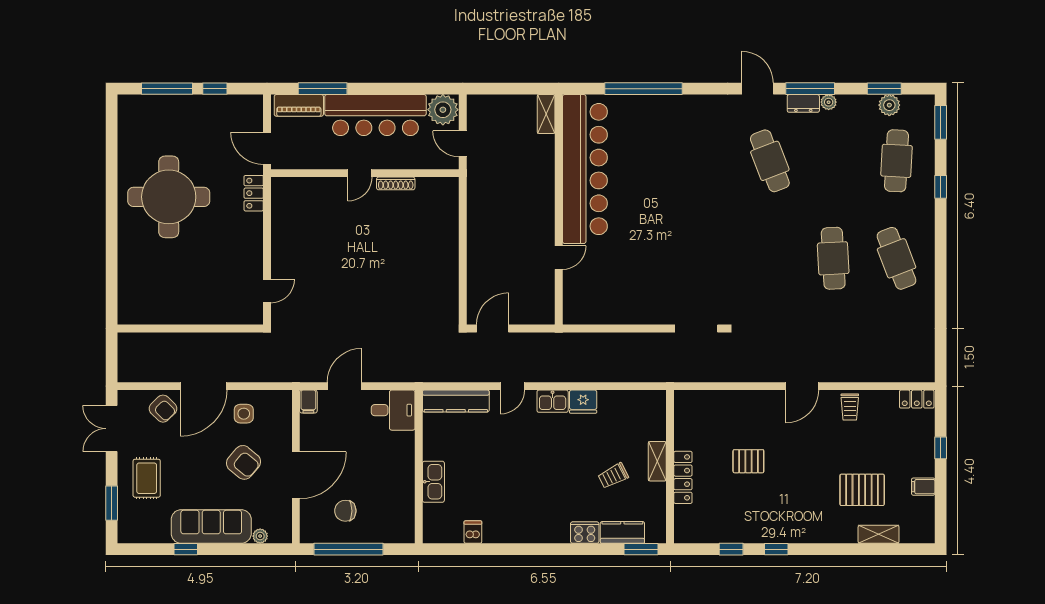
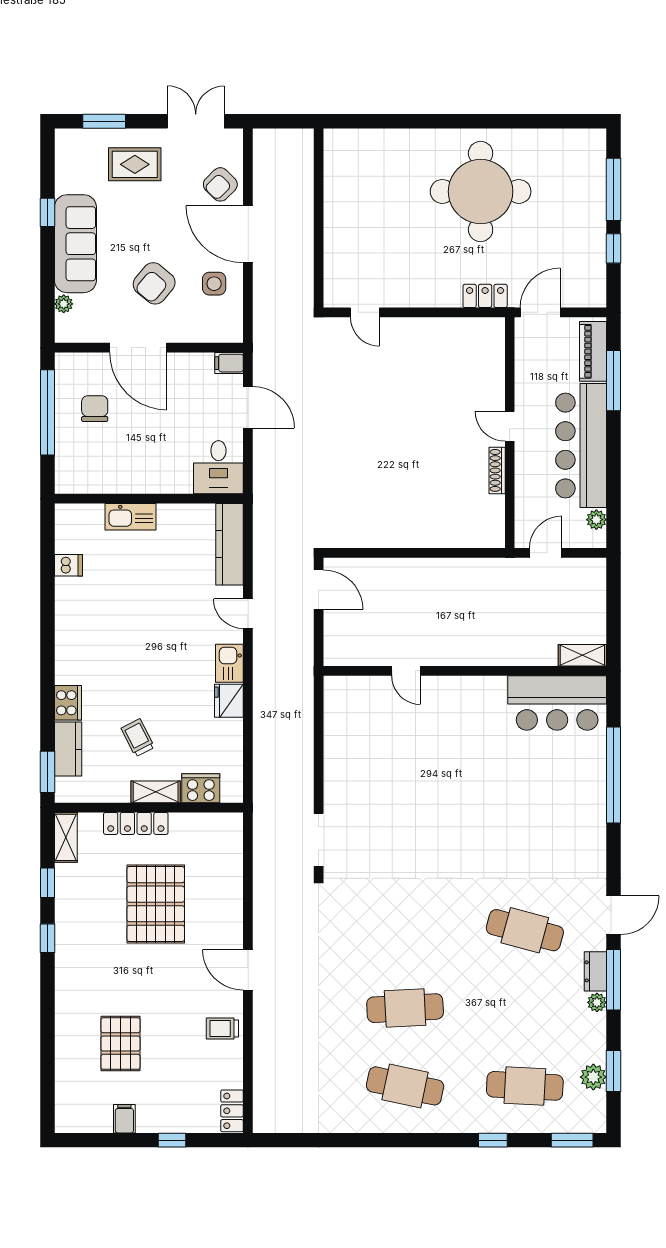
plant: (443, 110) -> (596, 520), width x0.53, depth x0.53
cafe table: (770, 161) -> (525, 930), turned 36
bar counter: (585, 169) -> (557, 703), width x0.54
cafe table: (897, 258) -> (405, 1086), turned 33
cooker: (654, 424) -> (201, 788), added
pallet: (748, 461) -> (156, 904), width x2.05, depth x2.00
shelving: (879, 534) -> (66, 837), moved

